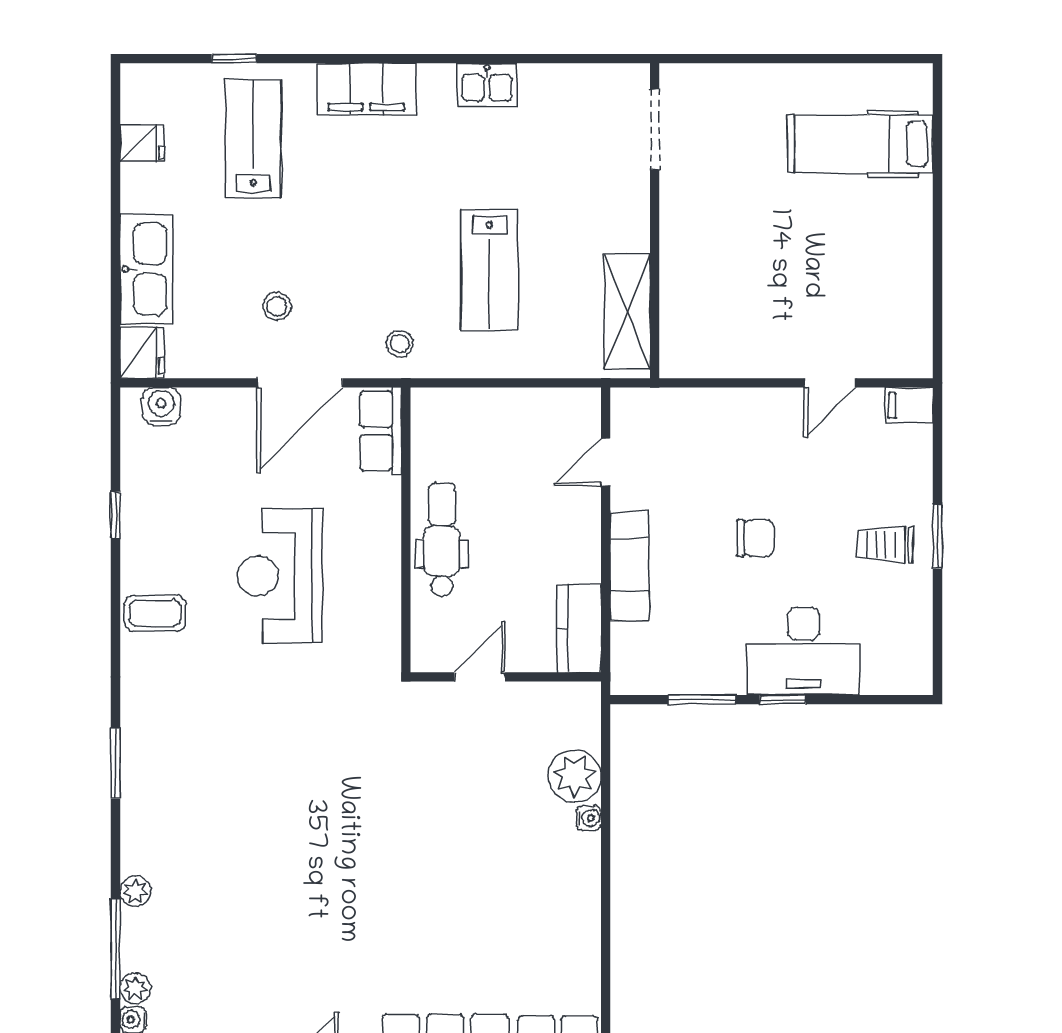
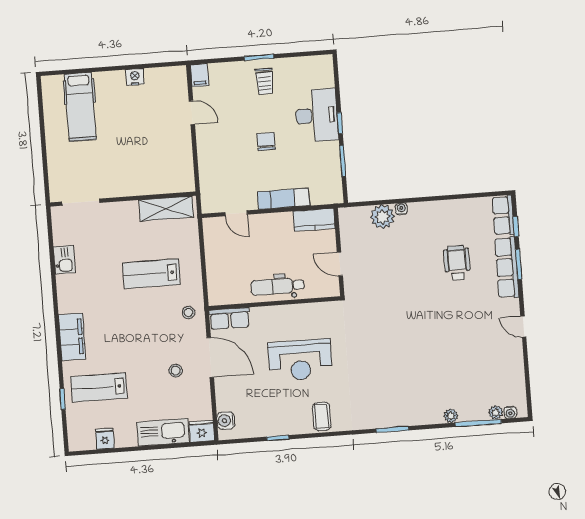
kitchen sink: (487, 85) -> (64, 260), moved
nightstand: (916, 266) -> (135, 77), added
lab bench: (489, 270) -> (151, 274), turned 180
wheelchair: (463, 929) -> (457, 263), added

